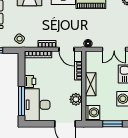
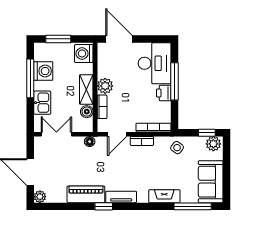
door: (67, 49) -> (117, 134), swing flipped
boiler: (90, 67) -> (87, 112), added
plant: (76, 99) -> (105, 86), moved
window: (22, 101) -> (174, 81), moved

